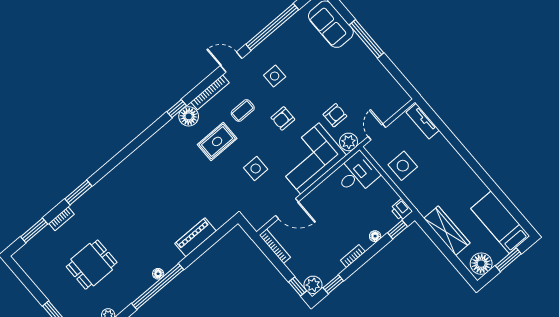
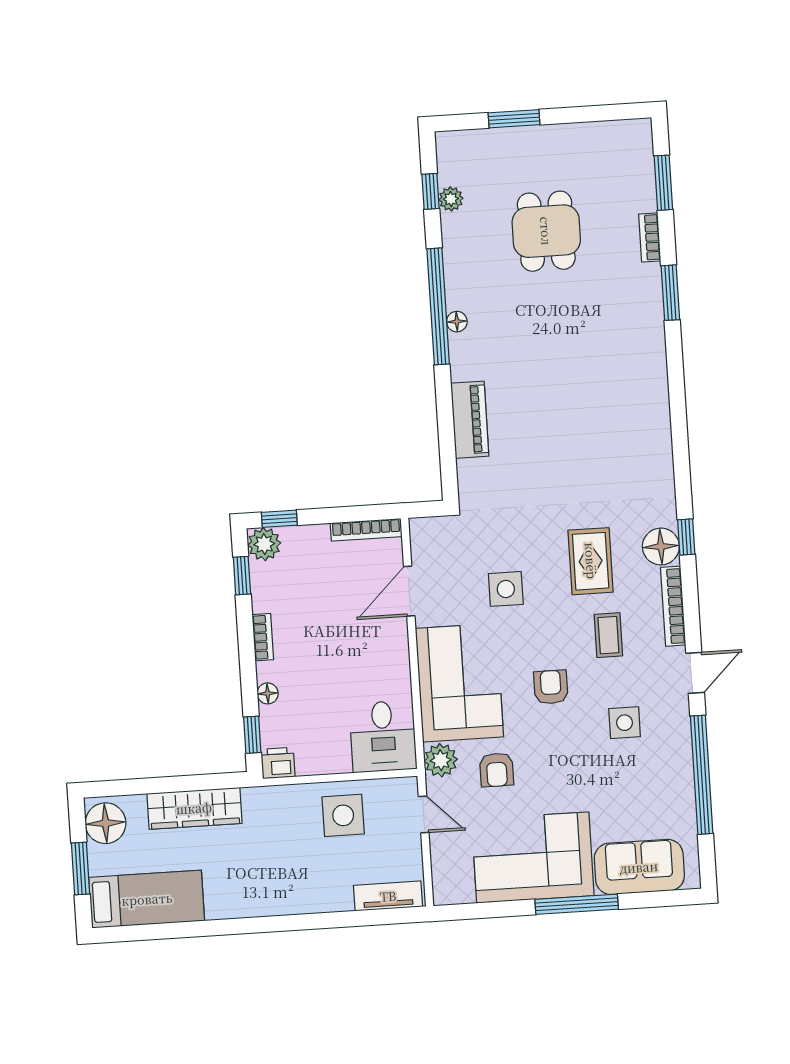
corner sofa: (361, 72) -> (533, 857), added

